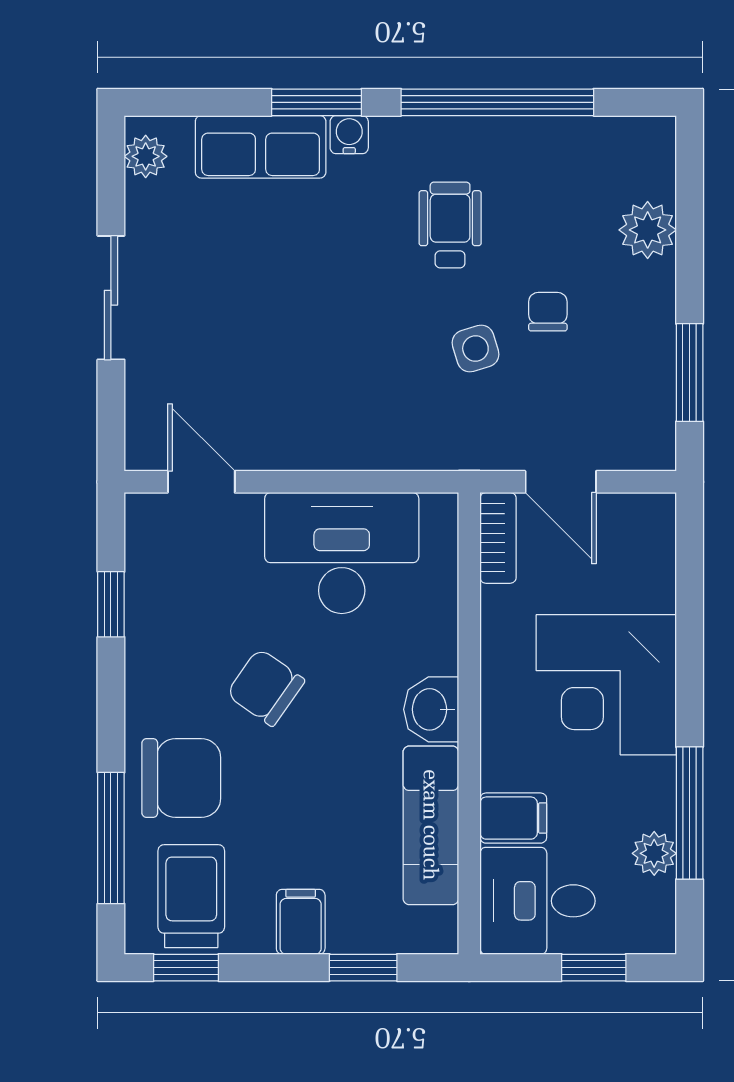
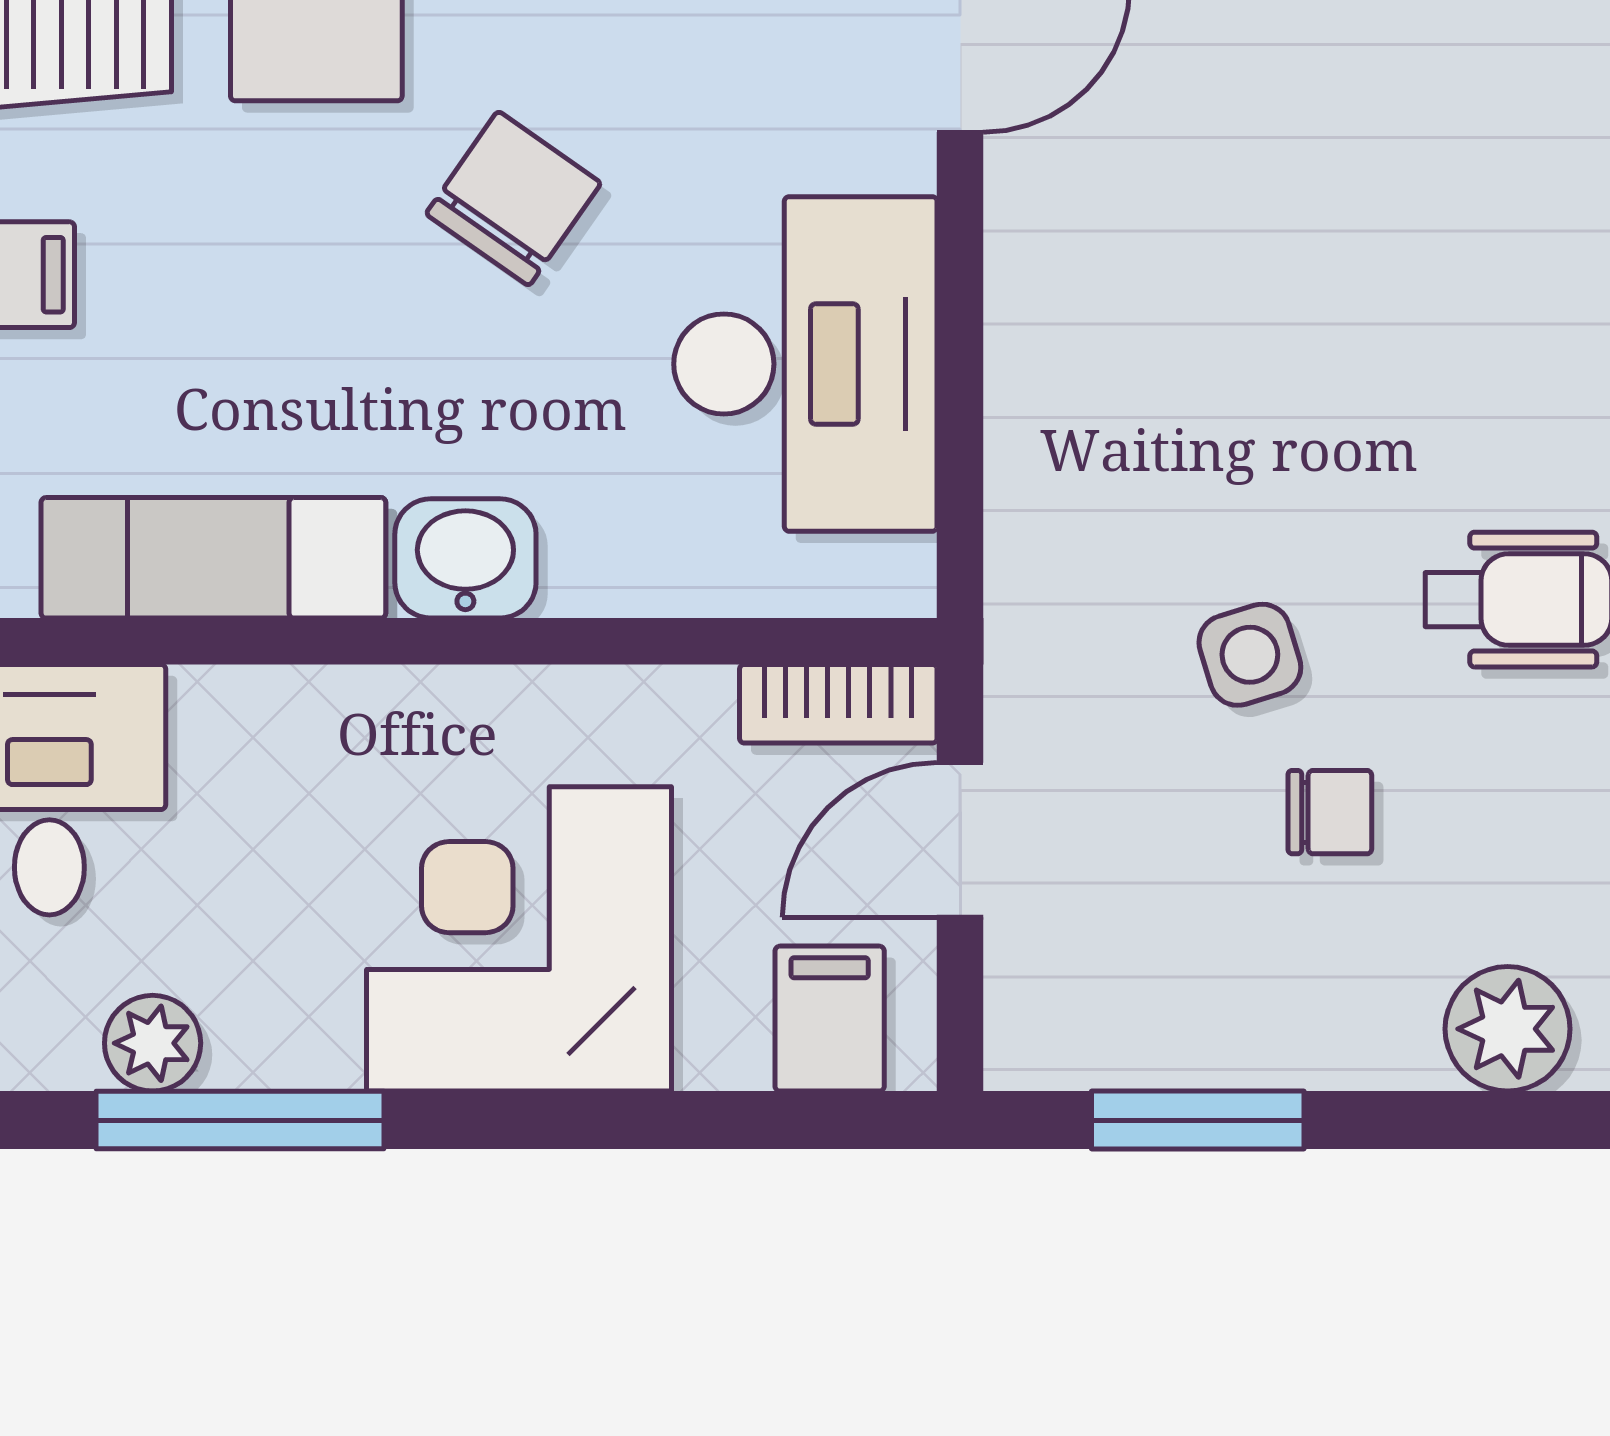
filing cabinet: (513, 818) -> (830, 1019), moved, turned 180

